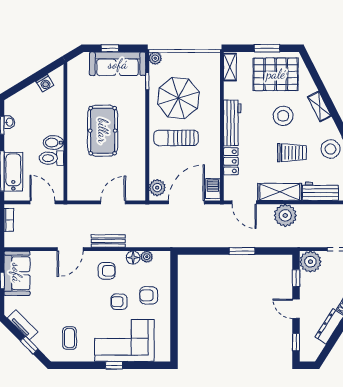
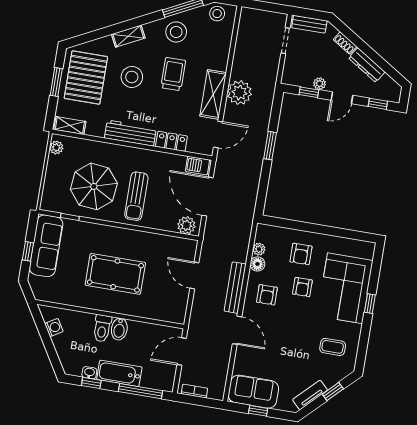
plant: (155, 58) -> (56, 148), moved
toilet: (51, 158) -> (102, 328), moved
bathtub: (13, 172) -> (119, 373), moved
workbench: (320, 191) -> (220, 50), removed
bench: (108, 241) -> (235, 288), width x1.36
plant: (310, 262) -> (320, 84), moved, width x0.53, depth x0.53
armchair: (107, 271) -> (267, 295), turned 180

